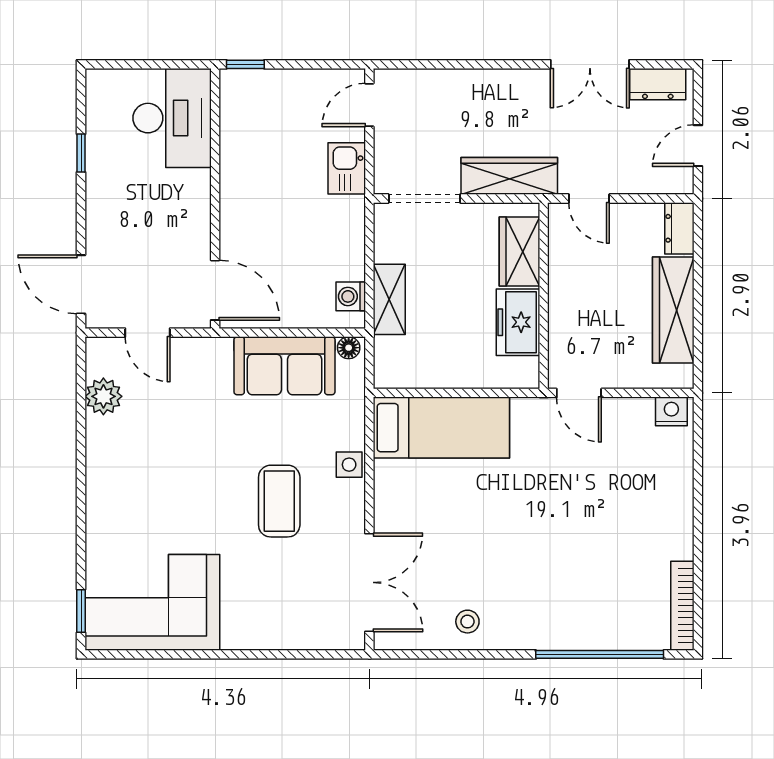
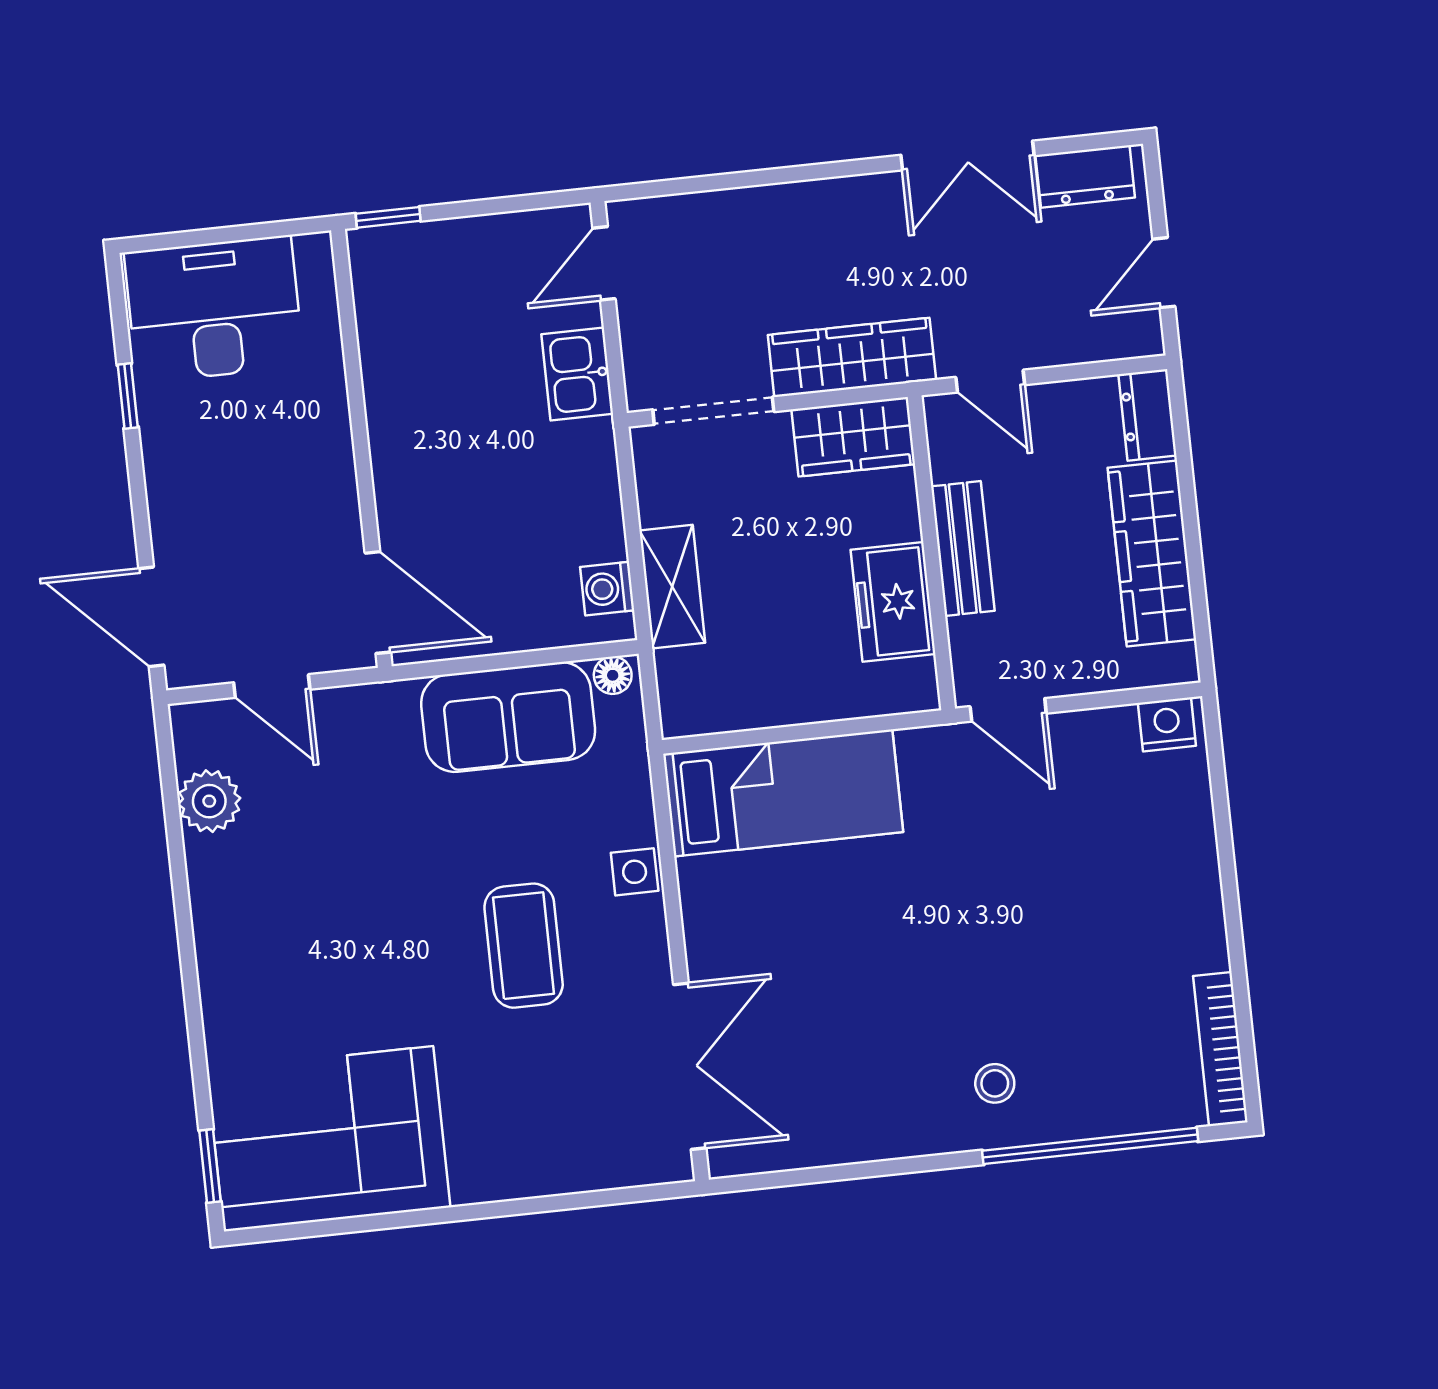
desk: (172, 118) -> (214, 309), moved, turned -90
wardrobe: (520, 252) -> (853, 437), moved, turned -90
bench: (562, 295) -> (963, 549), added
stool: (467, 622) -> (995, 1083), moved

